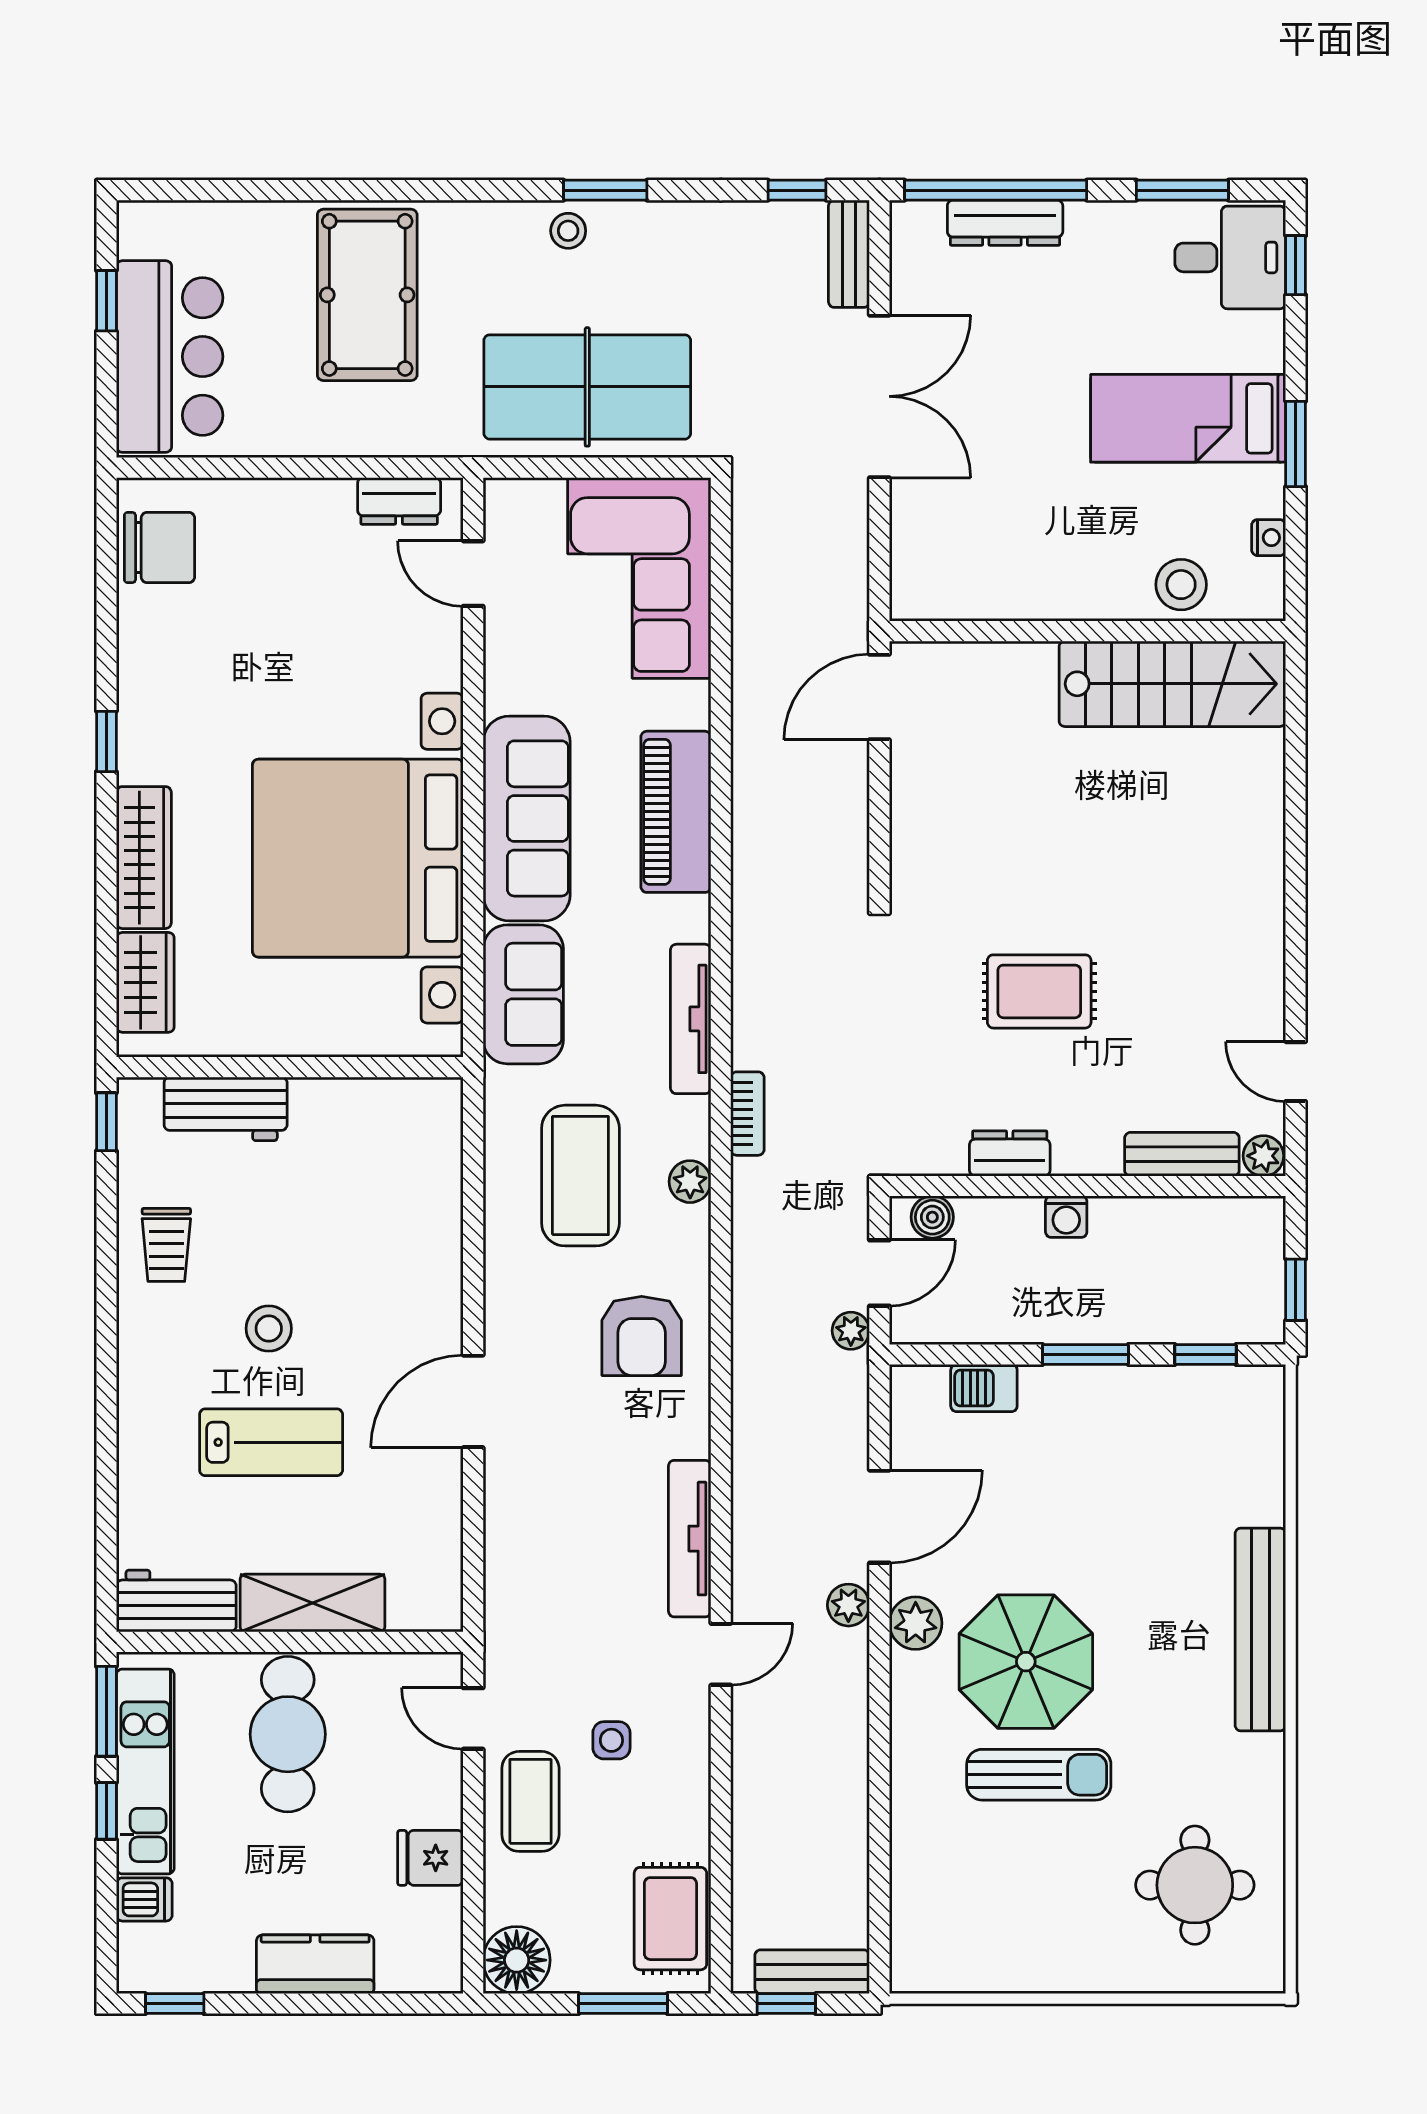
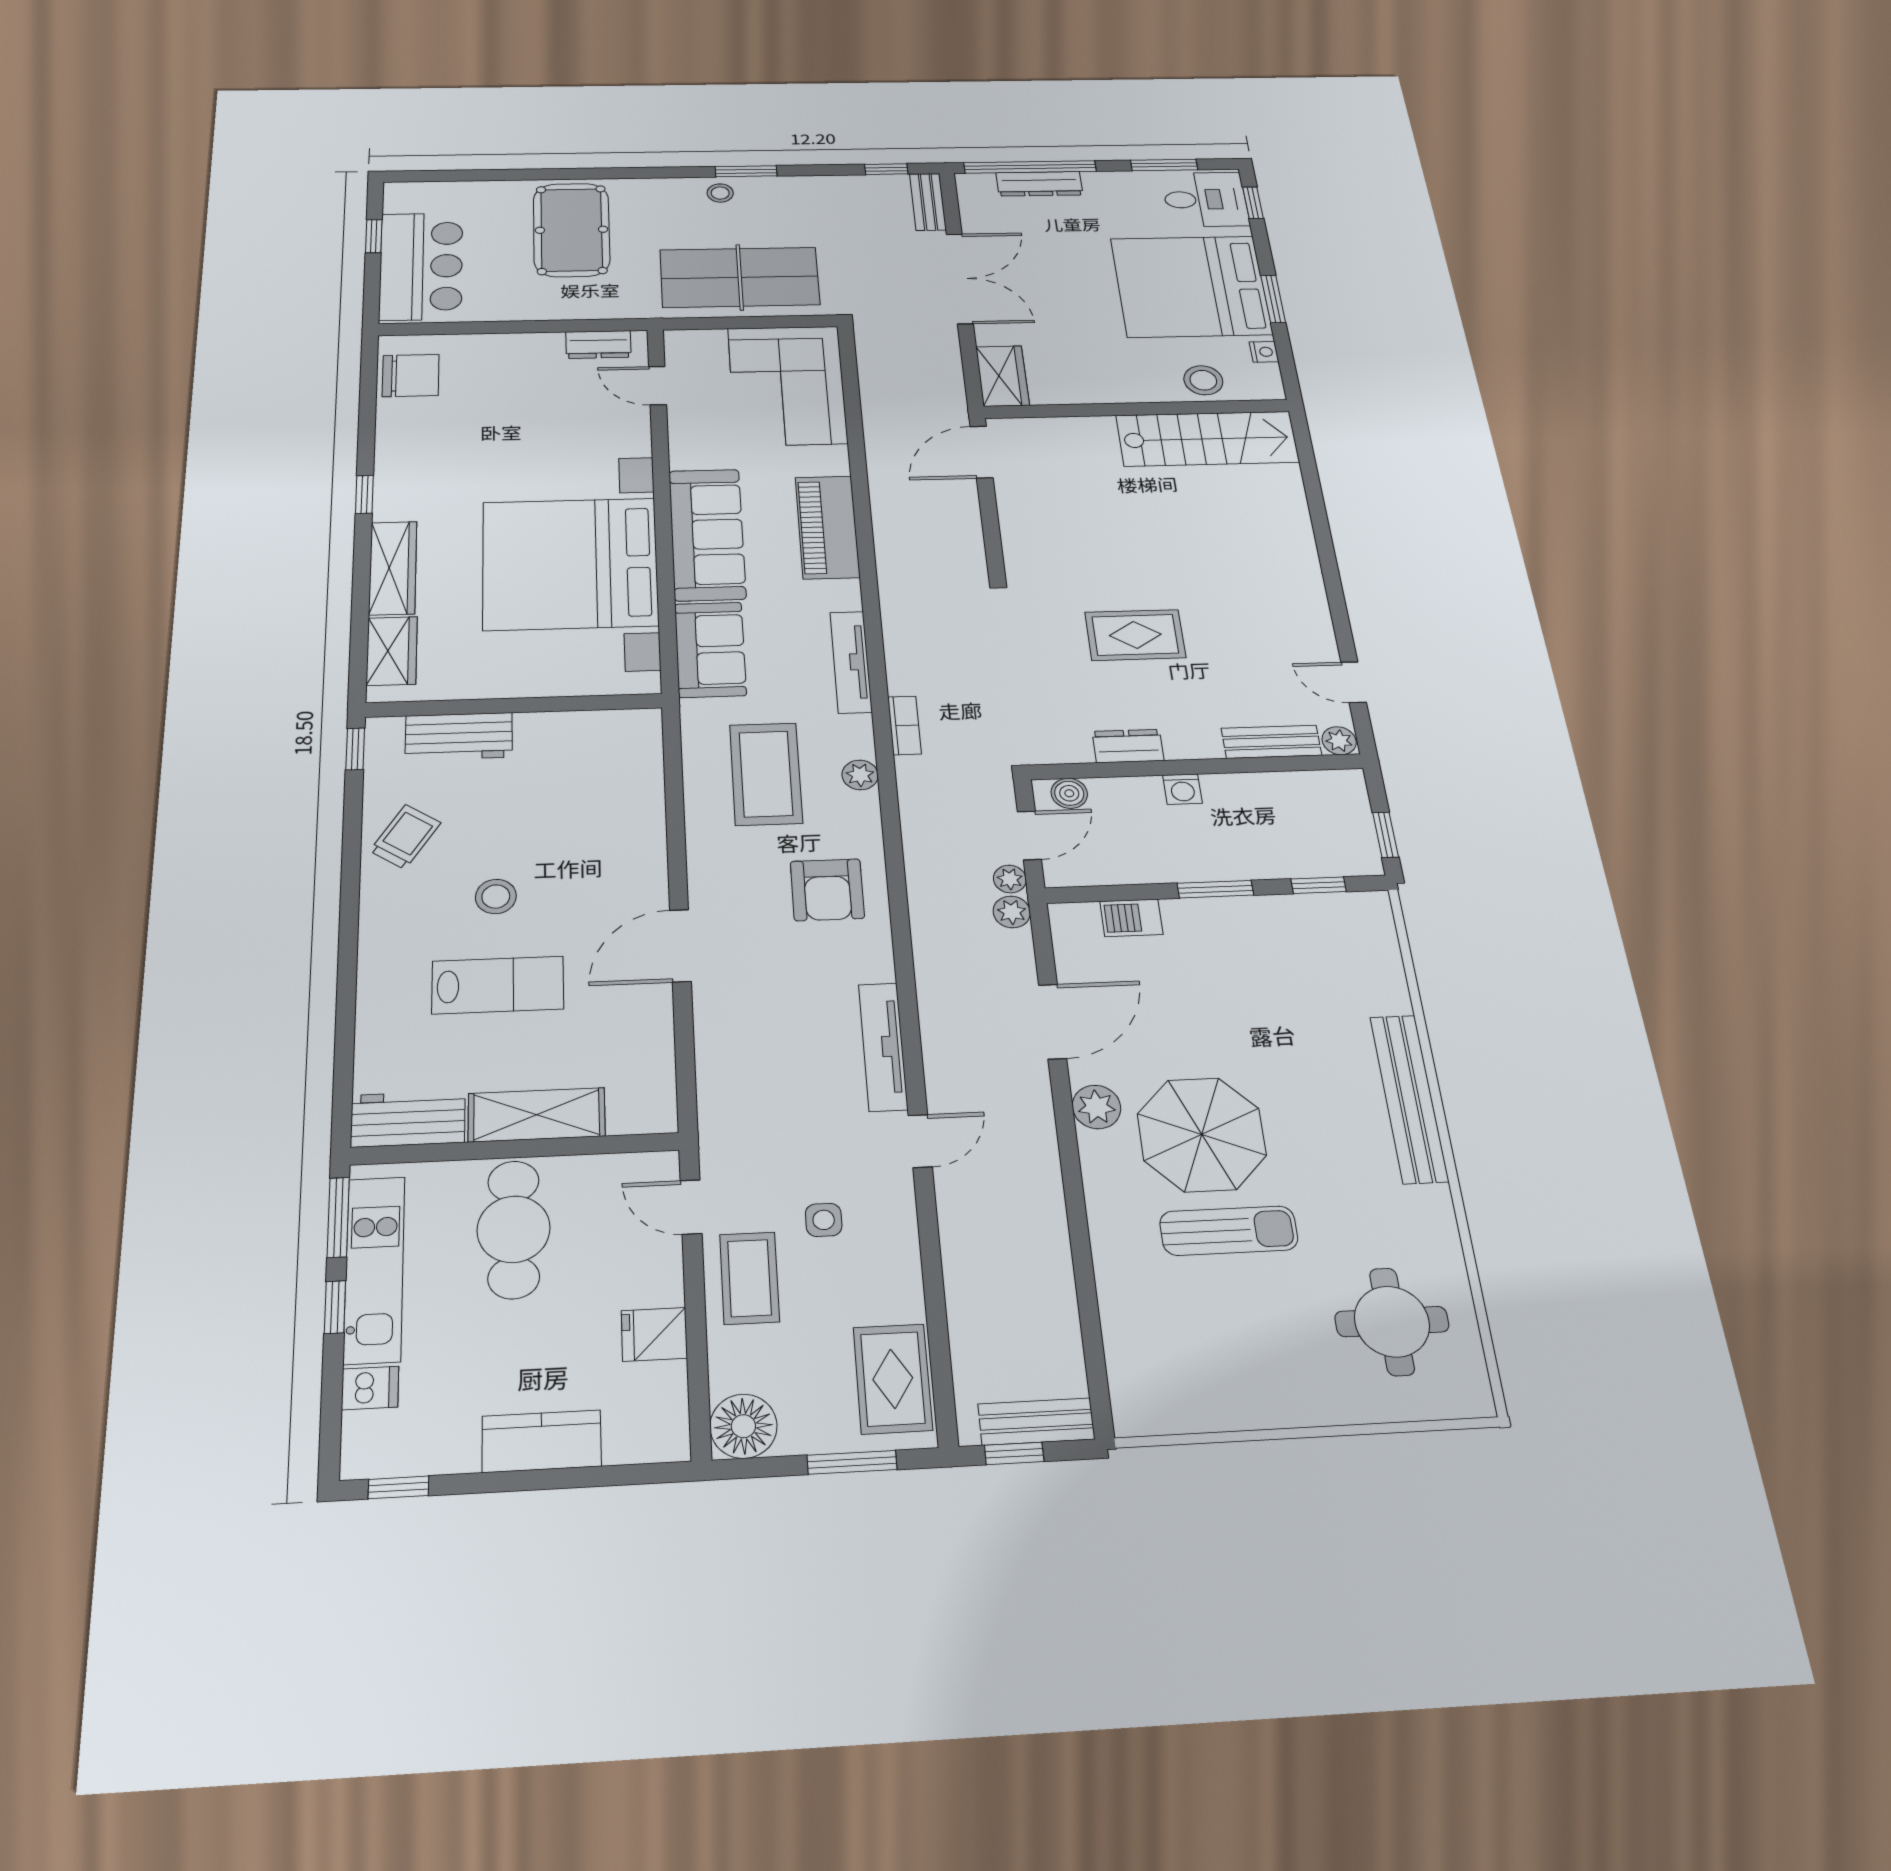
bed: (1188, 418) -> (1191, 286), width x2.04
wardrobe: (919, 570) -> (1003, 376), added
trolley: (166, 1245) -> (405, 837), turned -147
plant: (848, 1605) -> (1012, 912), moved

